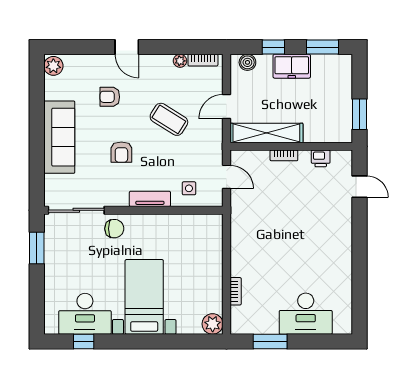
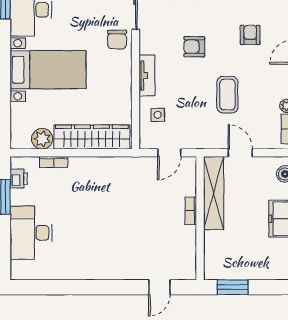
coffee table: (169, 119) -> (227, 95), turned -32
printer: (321, 158) -> (19, 179), moved, turned 180
wardrobe: (211, 253) -> (92, 137), added
plant: (213, 324) -> (42, 139), moved

